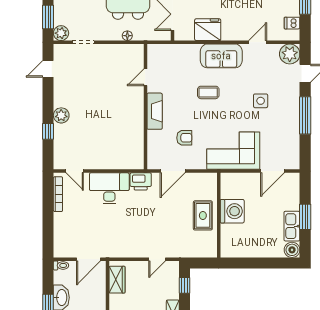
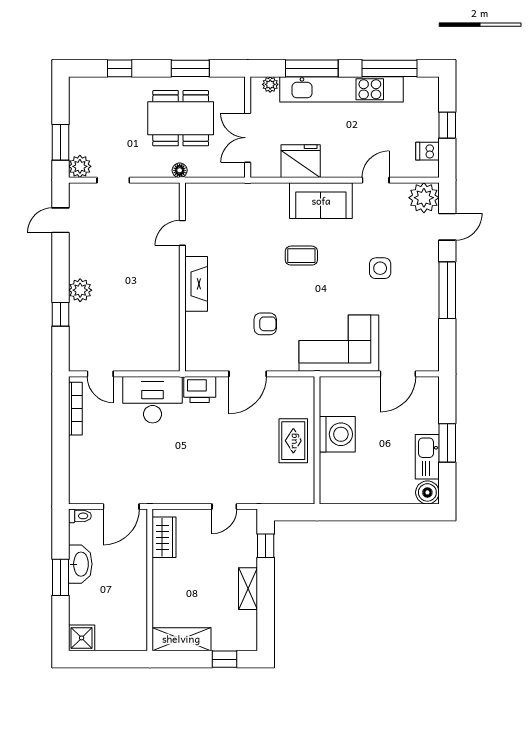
door: (145, 77) -> (182, 233), moved
wall: (145, 107) -> (182, 277), moved
fireplace: (155, 111) -> (196, 284), moved

